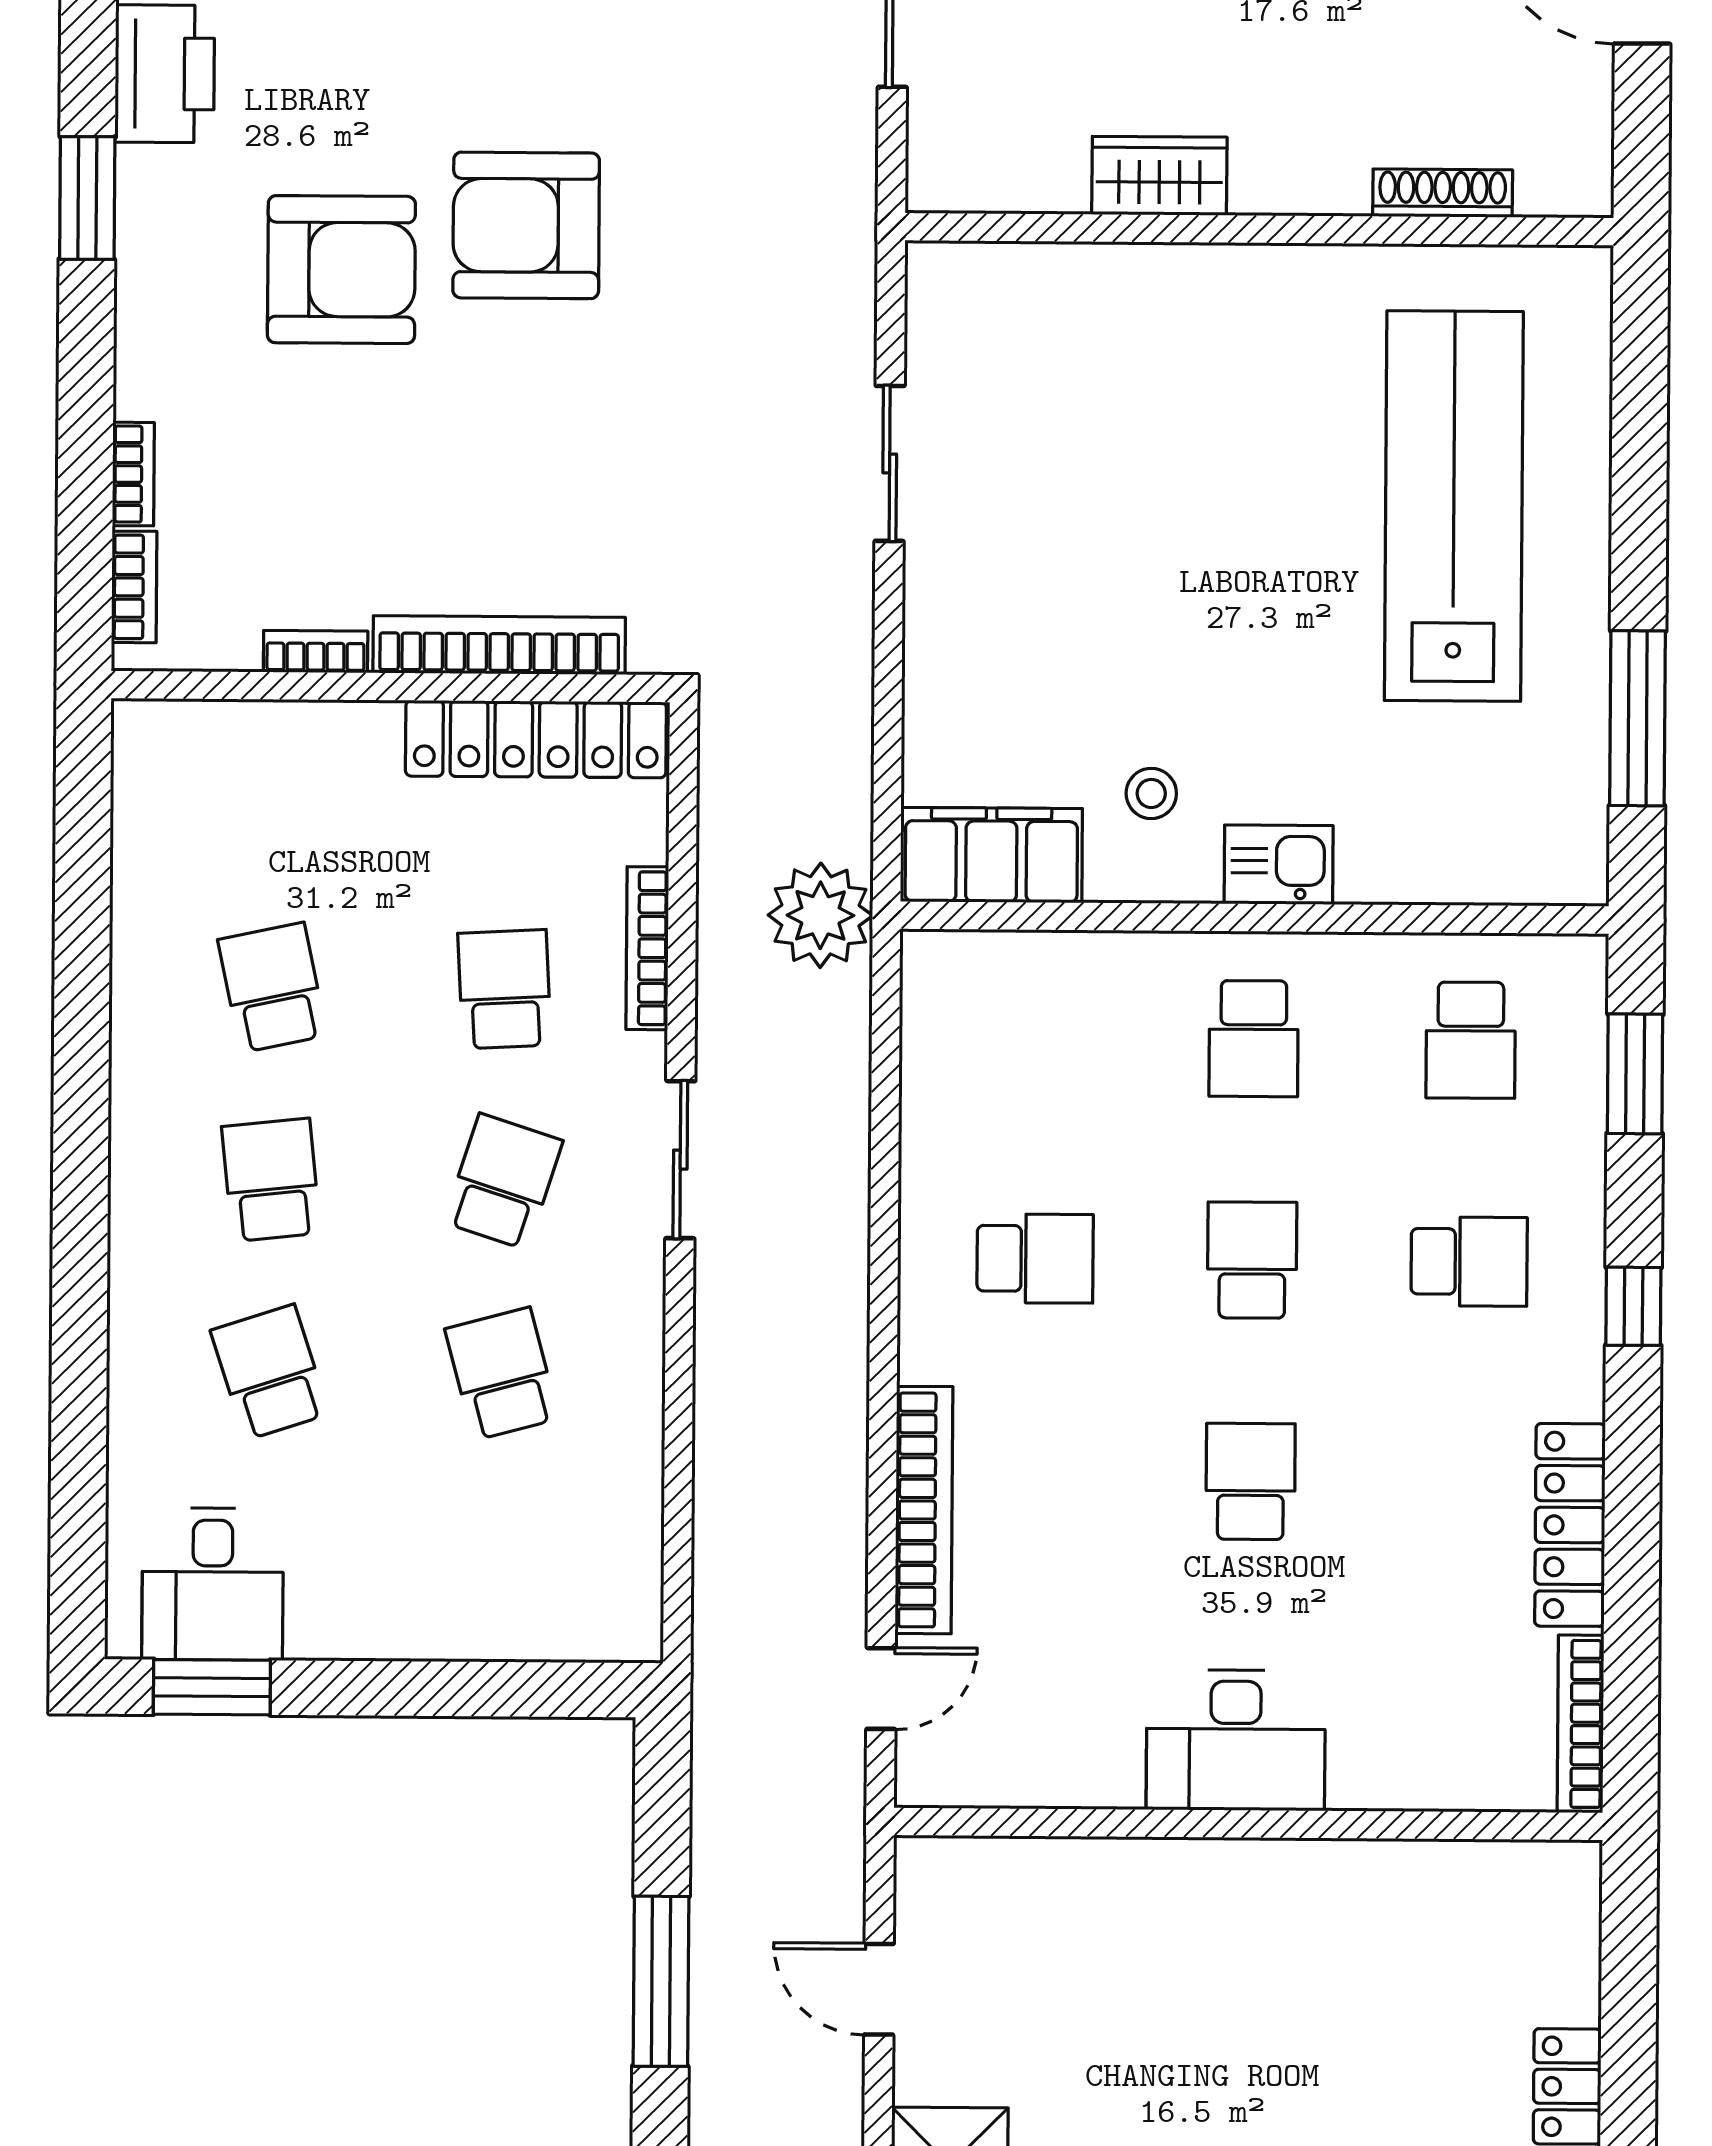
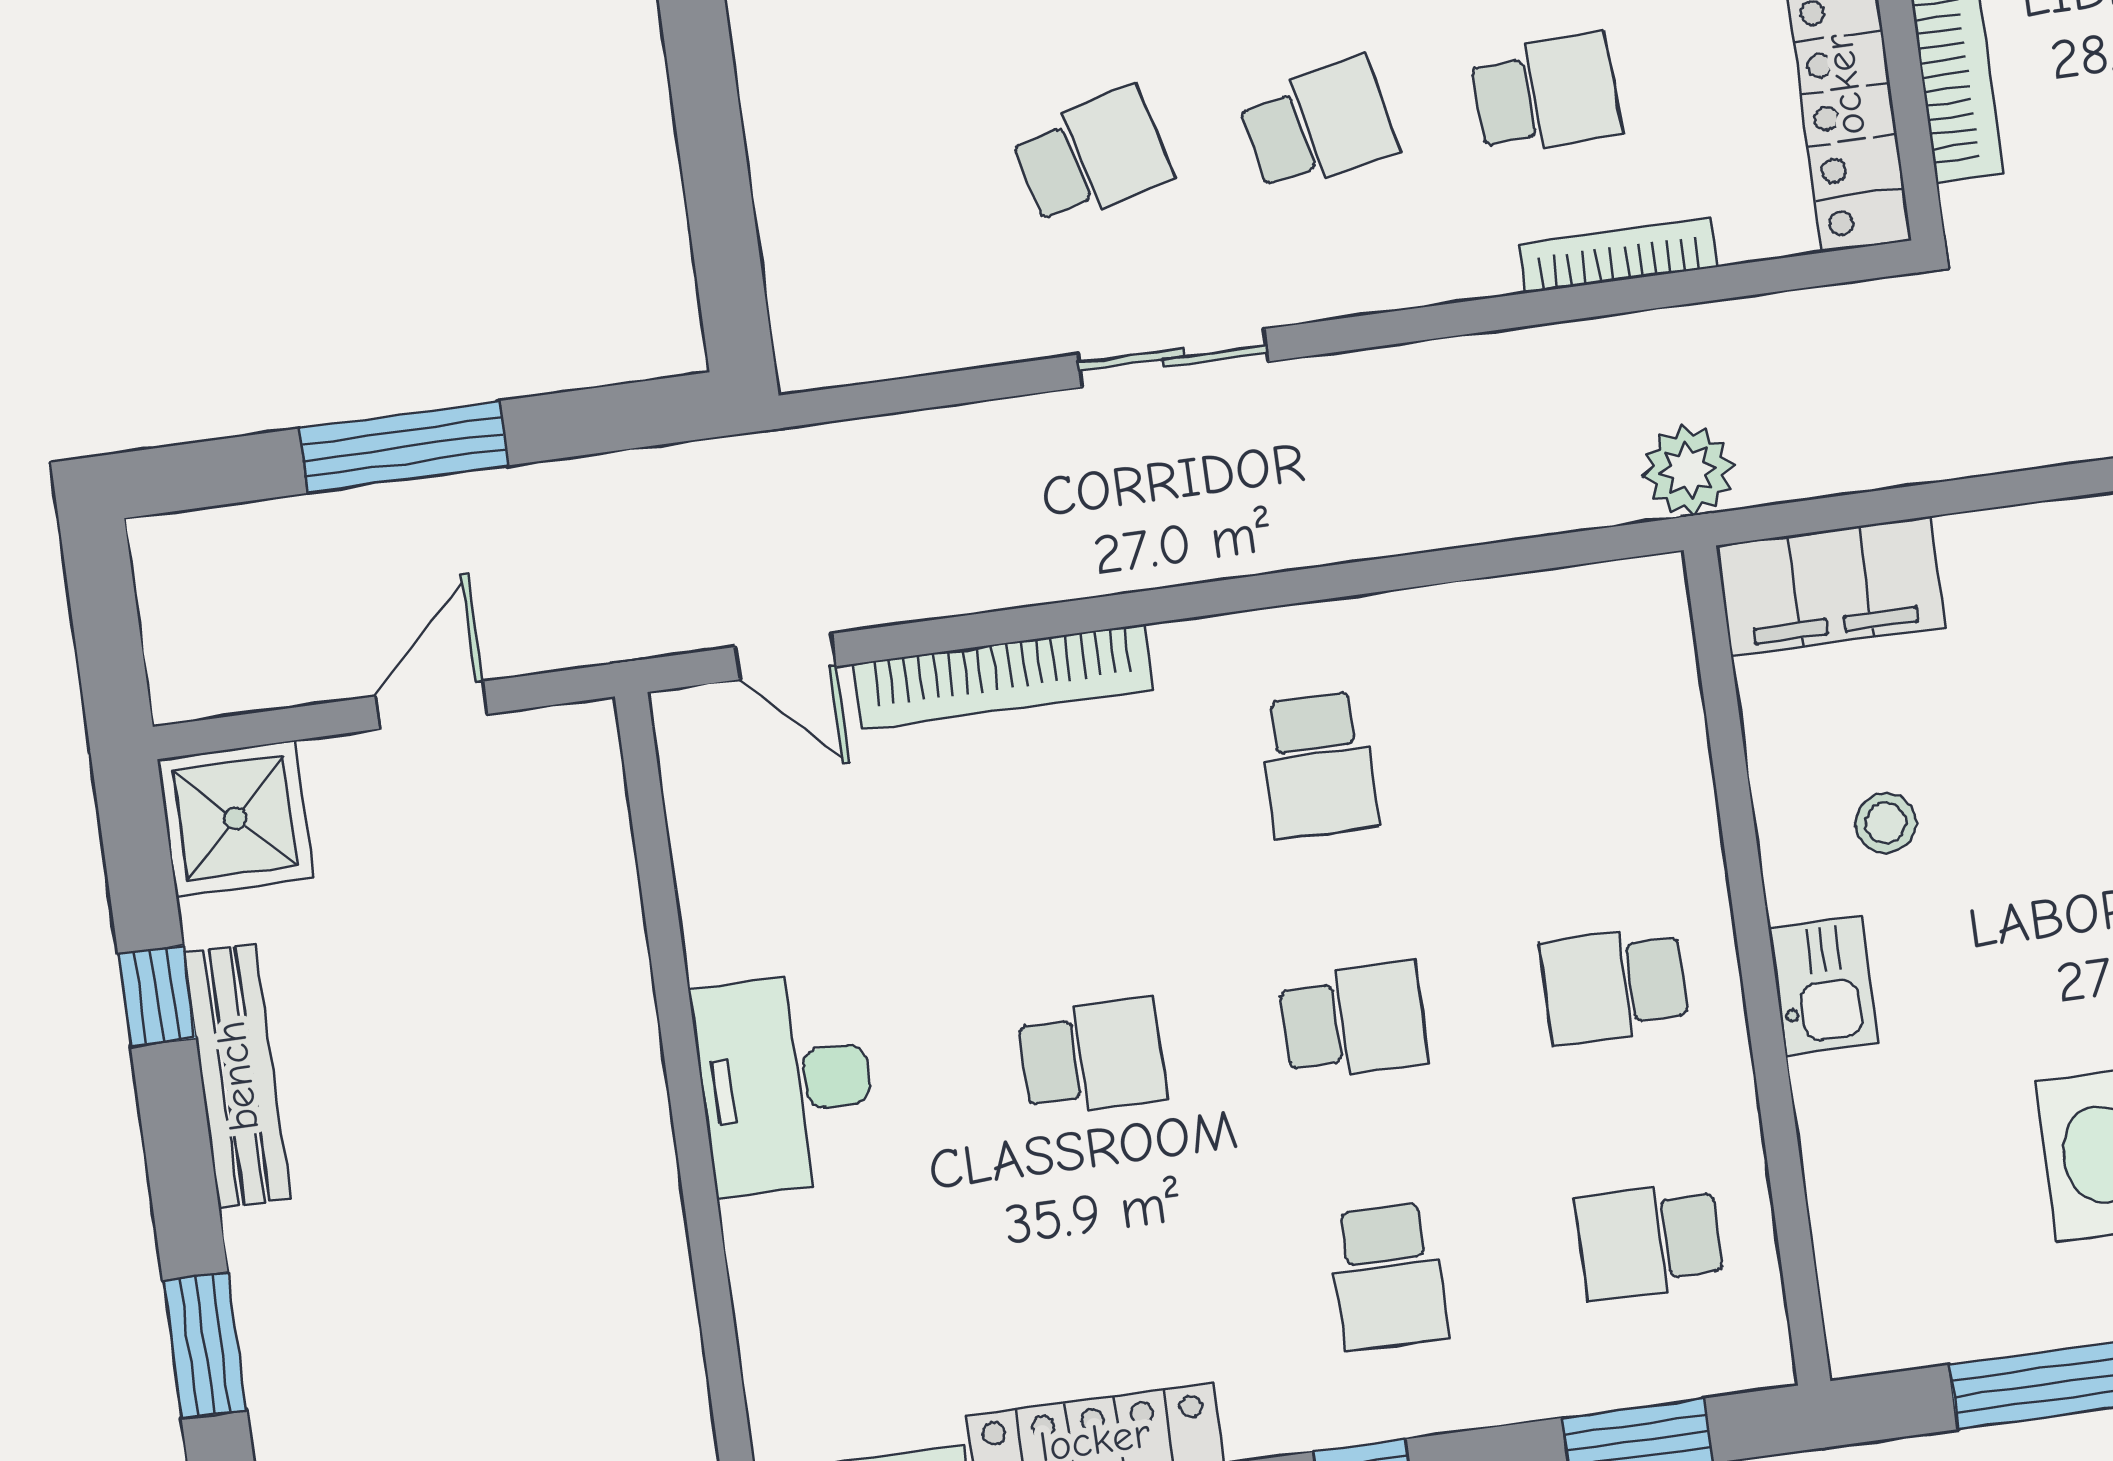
filing cabinet: (991, 855) -> (1831, 586), moved, turned 90
plant: (820, 915) -> (1688, 470), width x0.73, depth x0.73
sliding door: (680, 1160) -> (1173, 358), moved
school desk: (503, 1182) -> (1319, 125), turned -30

